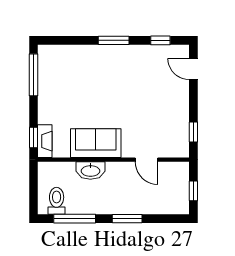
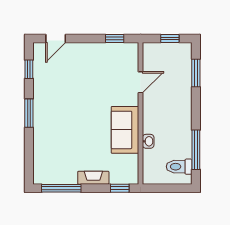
fireplace: (45, 141) -> (93, 178), moved
washbasin: (90, 170) -> (148, 141), width x0.52, depth x0.69
window: (127, 219) -> (196, 73), moved

